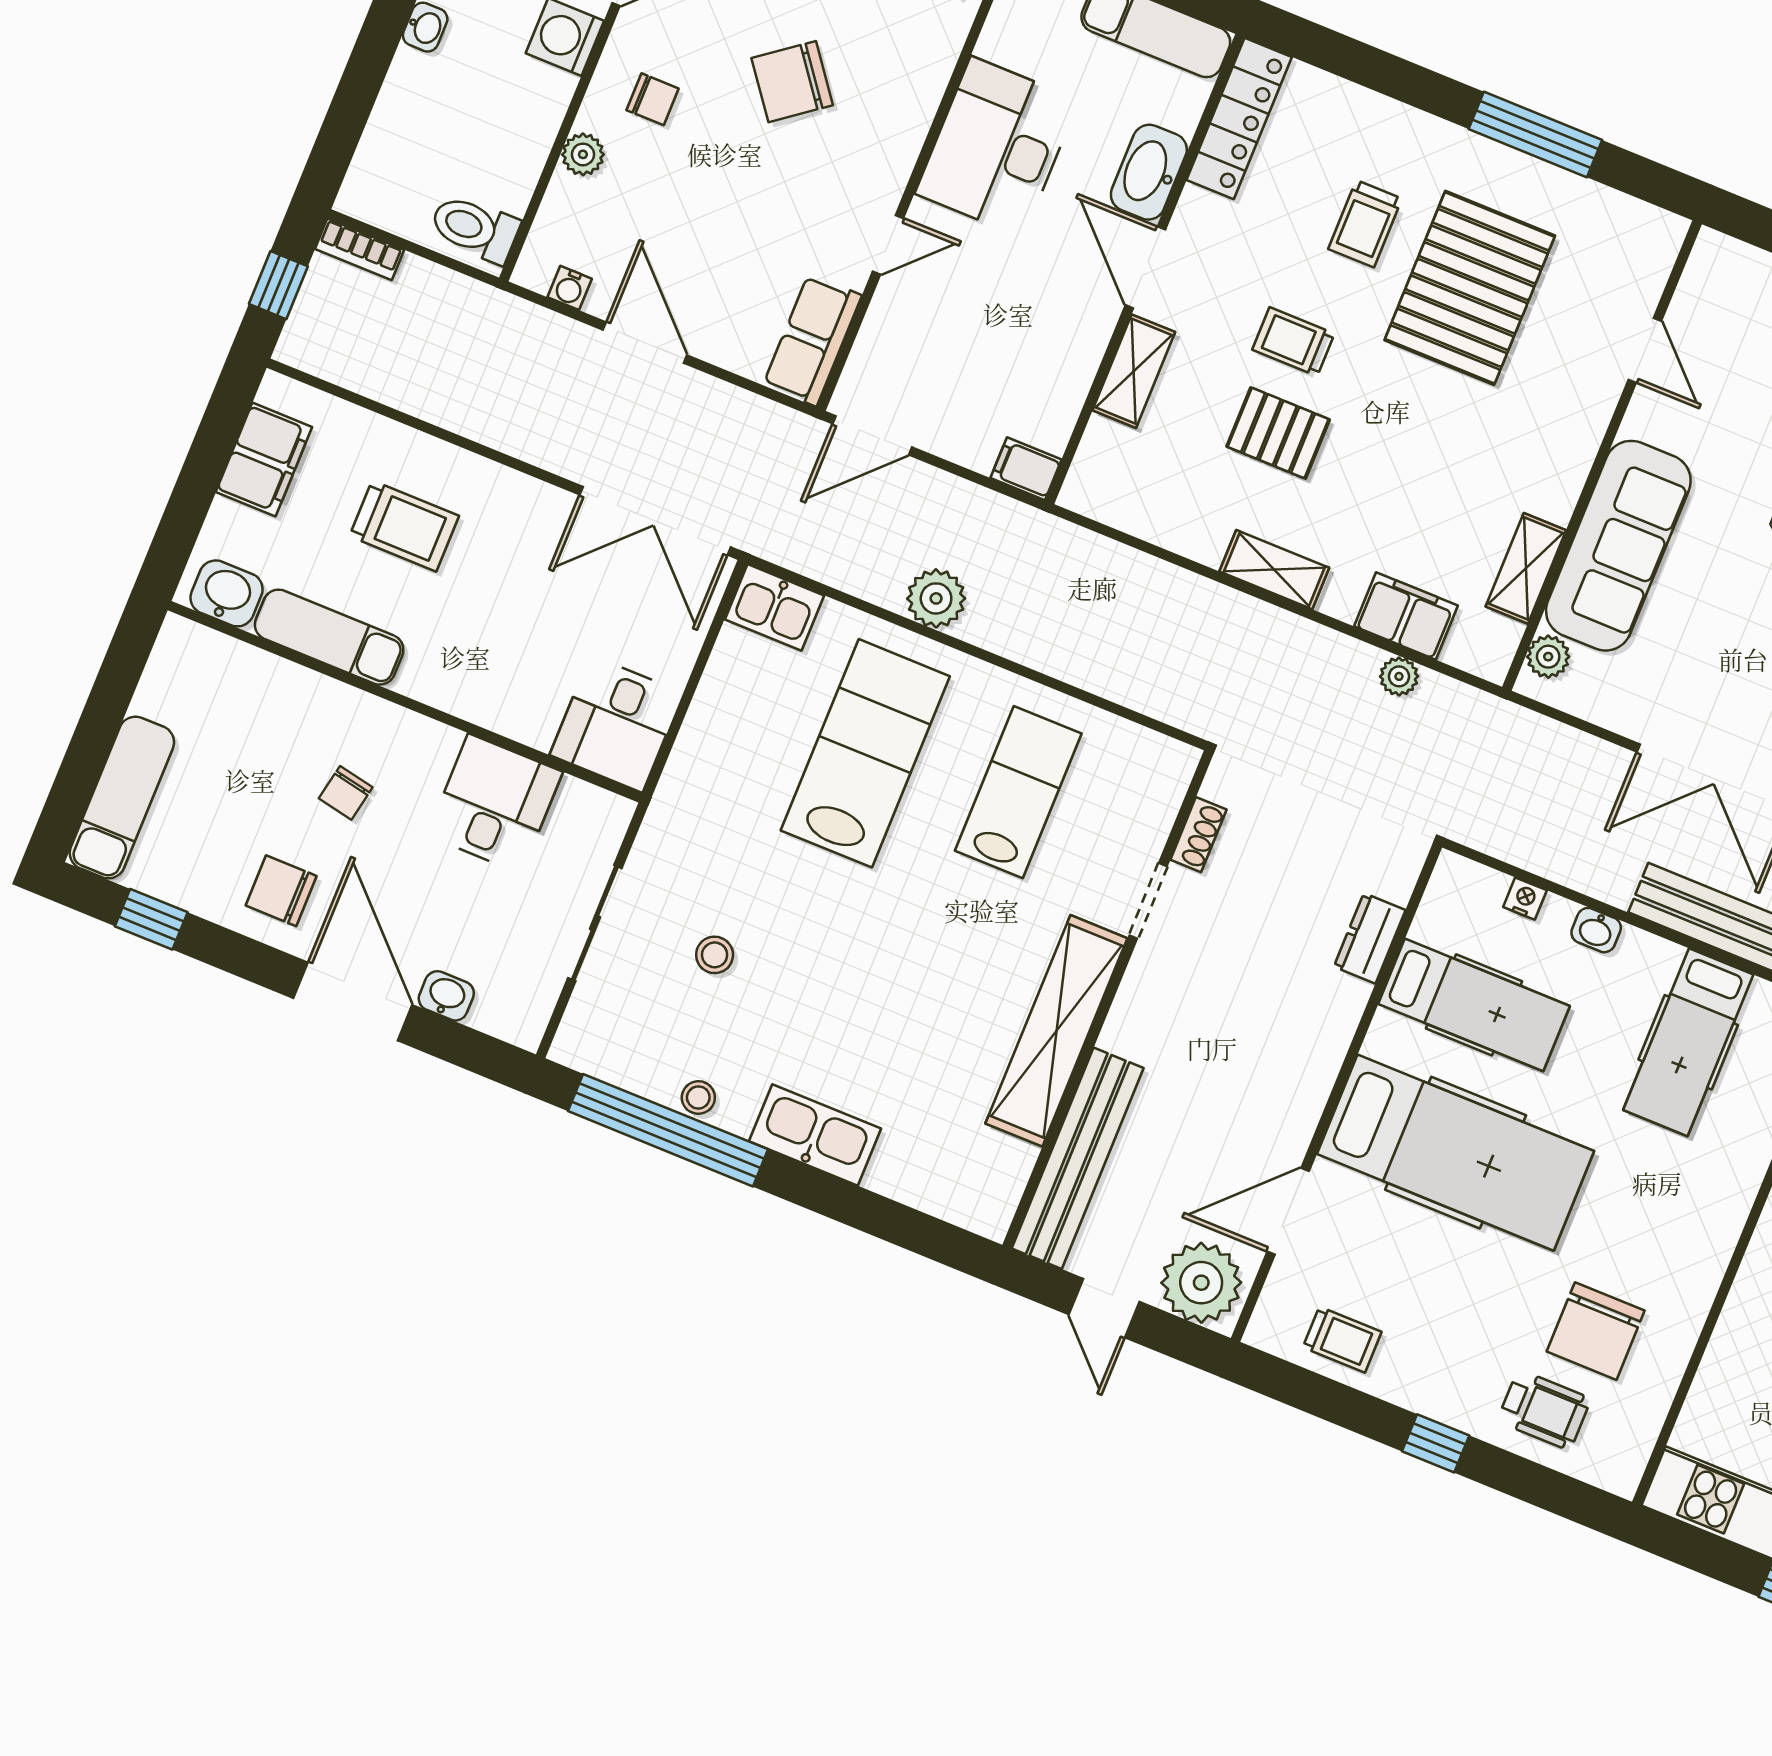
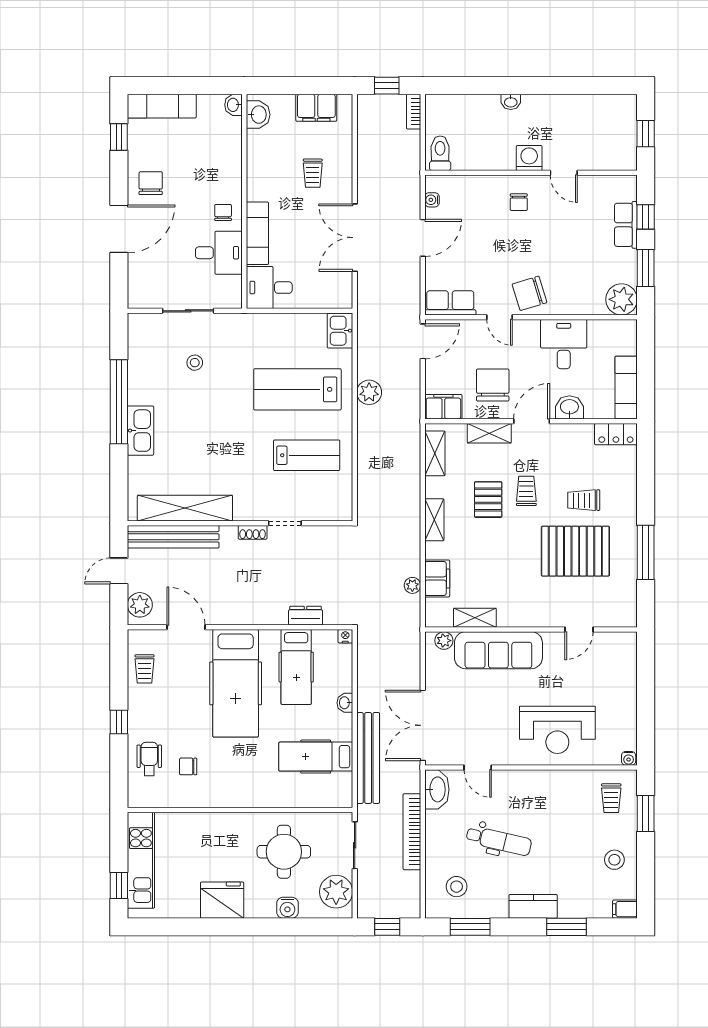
chair: (792, 82) -> (530, 293), moved, turned -70
locker: (1239, 119) -> (616, 434), width x0.66
desk: (997, 147) -> (564, 344), width x0.73
plant: (583, 154) -> (486, 184), removed
washbasin: (1149, 172) -> (569, 407), width x0.72
chair: (1031, 320) -> (493, 385), added
door: (872, 435) -> (423, 341), swing flipped
filing cabinet: (1026, 469) -> (443, 407), width x2.00
shelving: (1129, 509) -> (435, 453), added
double door: (655, 521) -> (355, 238), moved
trolley: (404, 526) -> (313, 173), width x0.73, depth x0.72
exam couch: (329, 637) -> (257, 233), moved
lab bench: (865, 753) -> (297, 389), turned 180
chair: (346, 793) -> (223, 213), moved, turned 79
shoe rack: (1198, 835) -> (253, 532), moved
nightstand: (1525, 899) -> (345, 636), moved, turned -90
washbasin: (446, 996) -> (233, 105), moved, turned 180
shelving: (1056, 1031) -> (185, 508), moved
stool: (698, 1097) -> (136, 379), removed
window: (668, 1130) -> (119, 402), moved
plant: (1201, 1283) -> (140, 605), width x0.73, depth x0.73
chair: (1596, 1331) -> (188, 766), width x0.54, depth x0.54
wheelchair: (1544, 1410) -> (149, 759), turned 180

